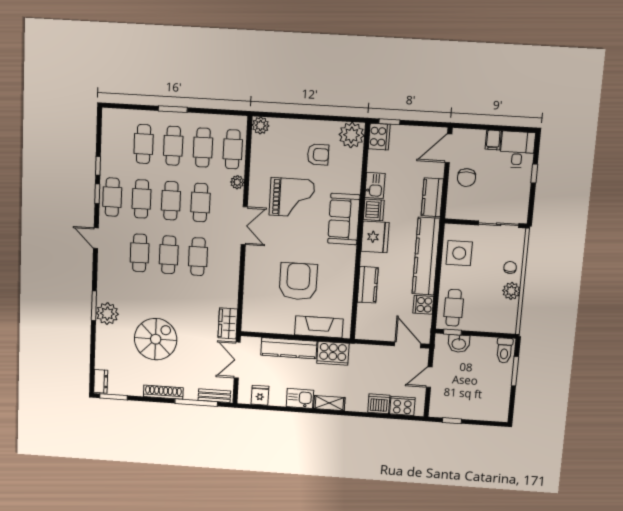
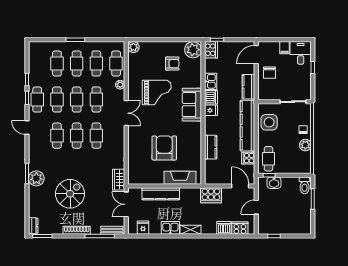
fridge: (375, 237) -> (211, 110), width x0.53, depth x0.75
cooker: (333, 353) -> (211, 195), moved

